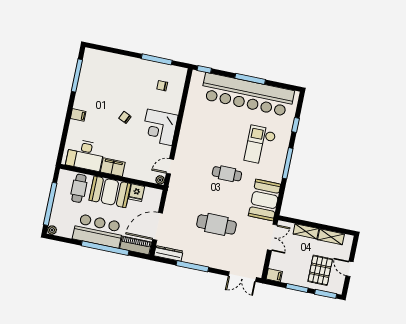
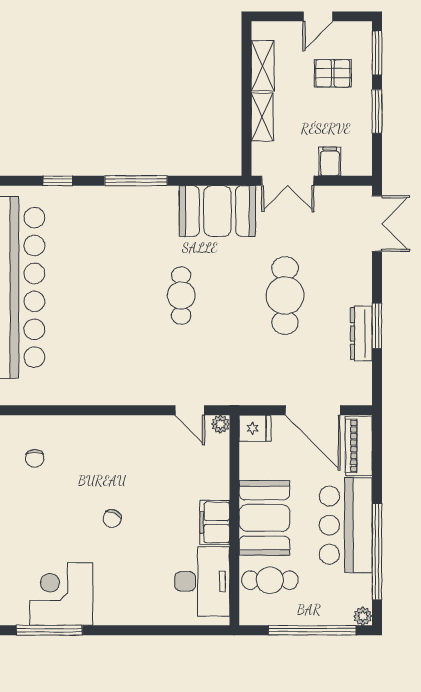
filing cabinet: (78, 115) -> (126, 612), removed
corner desk: (160, 127) -> (61, 594), moved, turned 180
checkout: (260, 145) -> (112, 242), removed
fridge: (137, 193) -> (255, 428), moved
double door: (272, 237) -> (288, 181), swing flipped
window: (105, 248) -> (377, 552), moved
dresser: (168, 253) -> (361, 334), moved
window: (192, 266) -> (377, 326), width x0.69
pallet: (320, 270) -> (333, 73), width x0.67, depth x0.71
filing cabinet: (274, 275) -> (330, 161), moved

